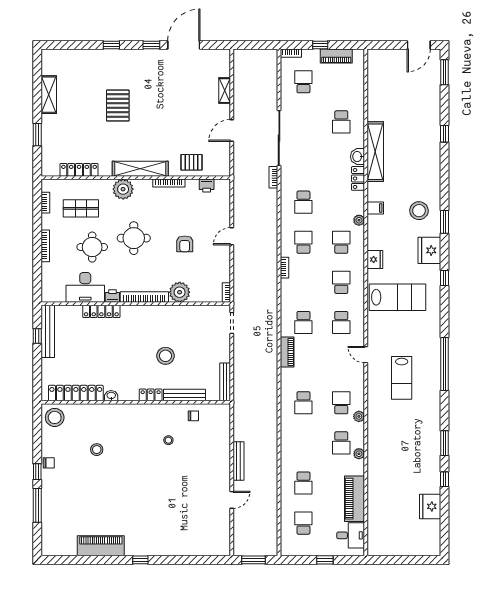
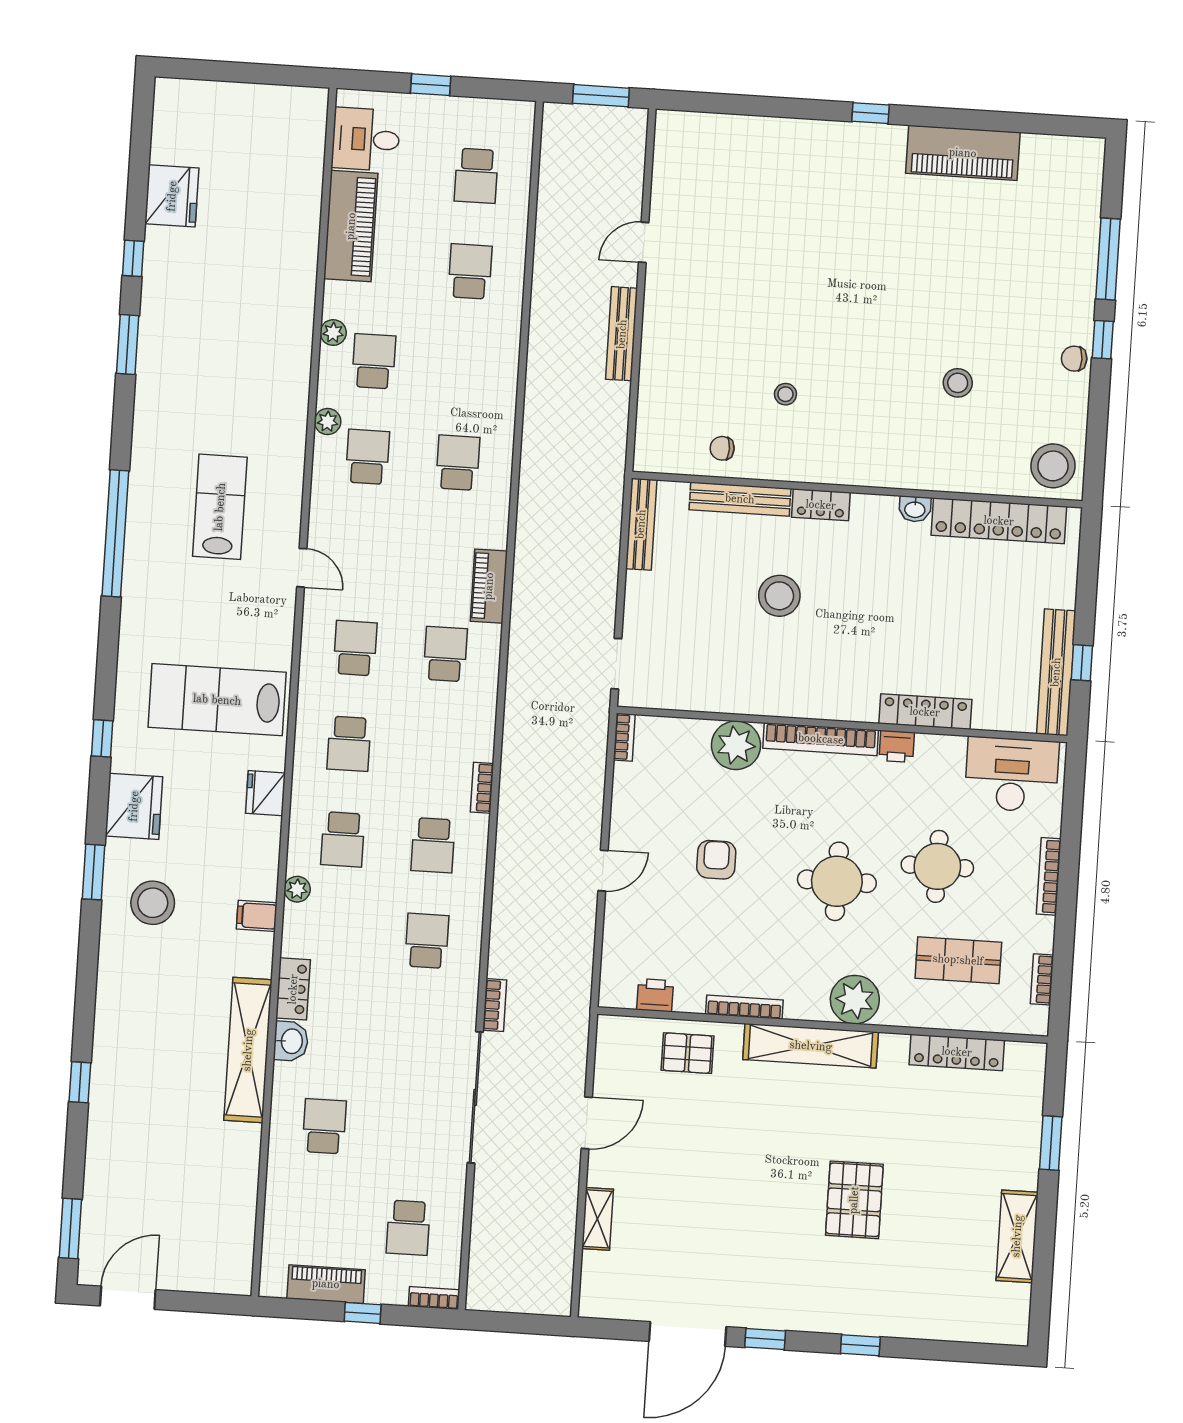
desk: (85, 287) -> (1012, 775), moved
school desk: (341, 403) -> (368, 457), turned 180

